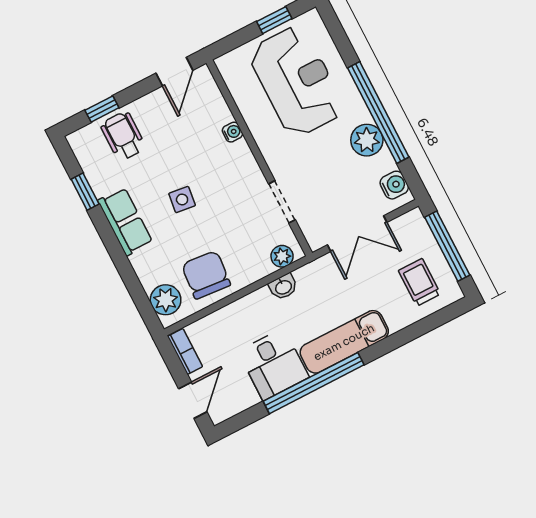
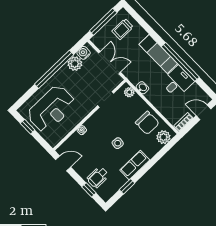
reception desk: (297, 81) -> (51, 109), turned 180
plant: (367, 140) -> (75, 64), moved
chair: (206, 275) -> (147, 123), turned -95

